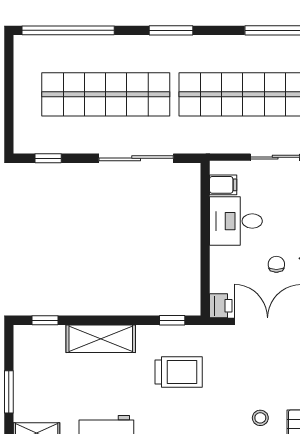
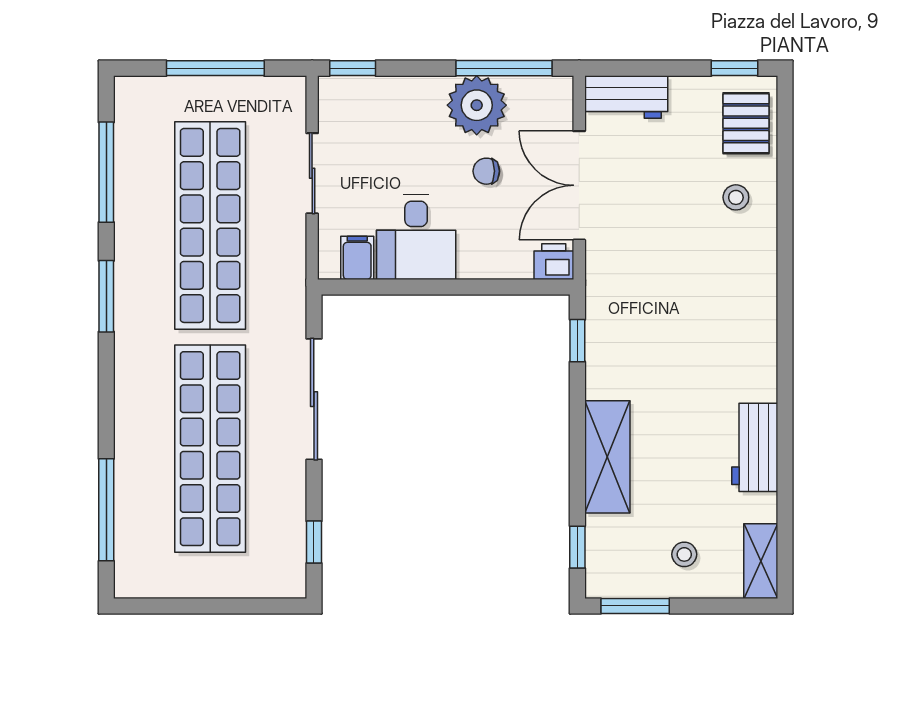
window: (68, 30) -> (106, 510), width x0.68
window: (171, 30) -> (106, 296), moved
trolley: (179, 372) -> (661, 330), removed
stool: (41, 386) -> (684, 554), added
window: (9, 392) -> (635, 606), moved

